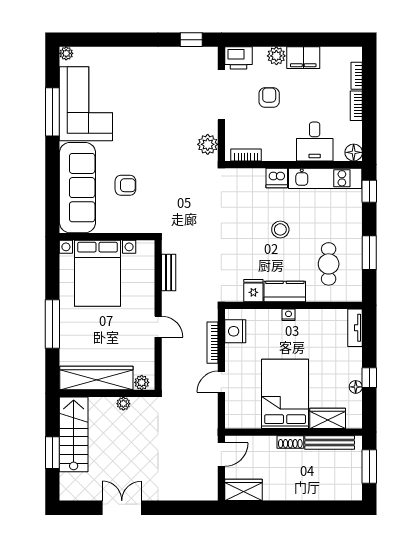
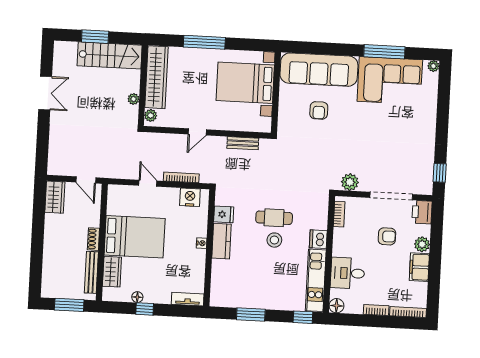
bookcase: (357, 76) -> (408, 312), width x1.56
cafe table: (329, 264) -> (274, 218), moved

